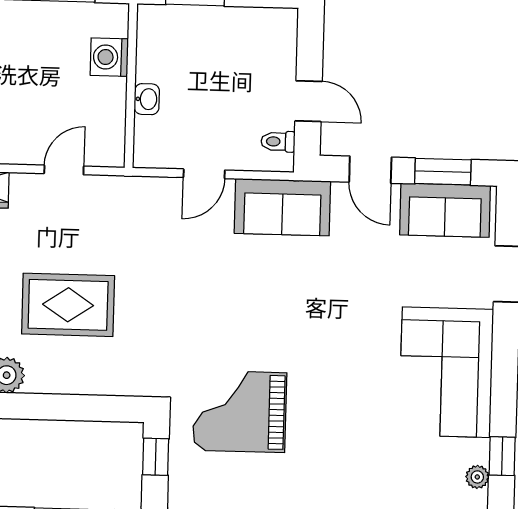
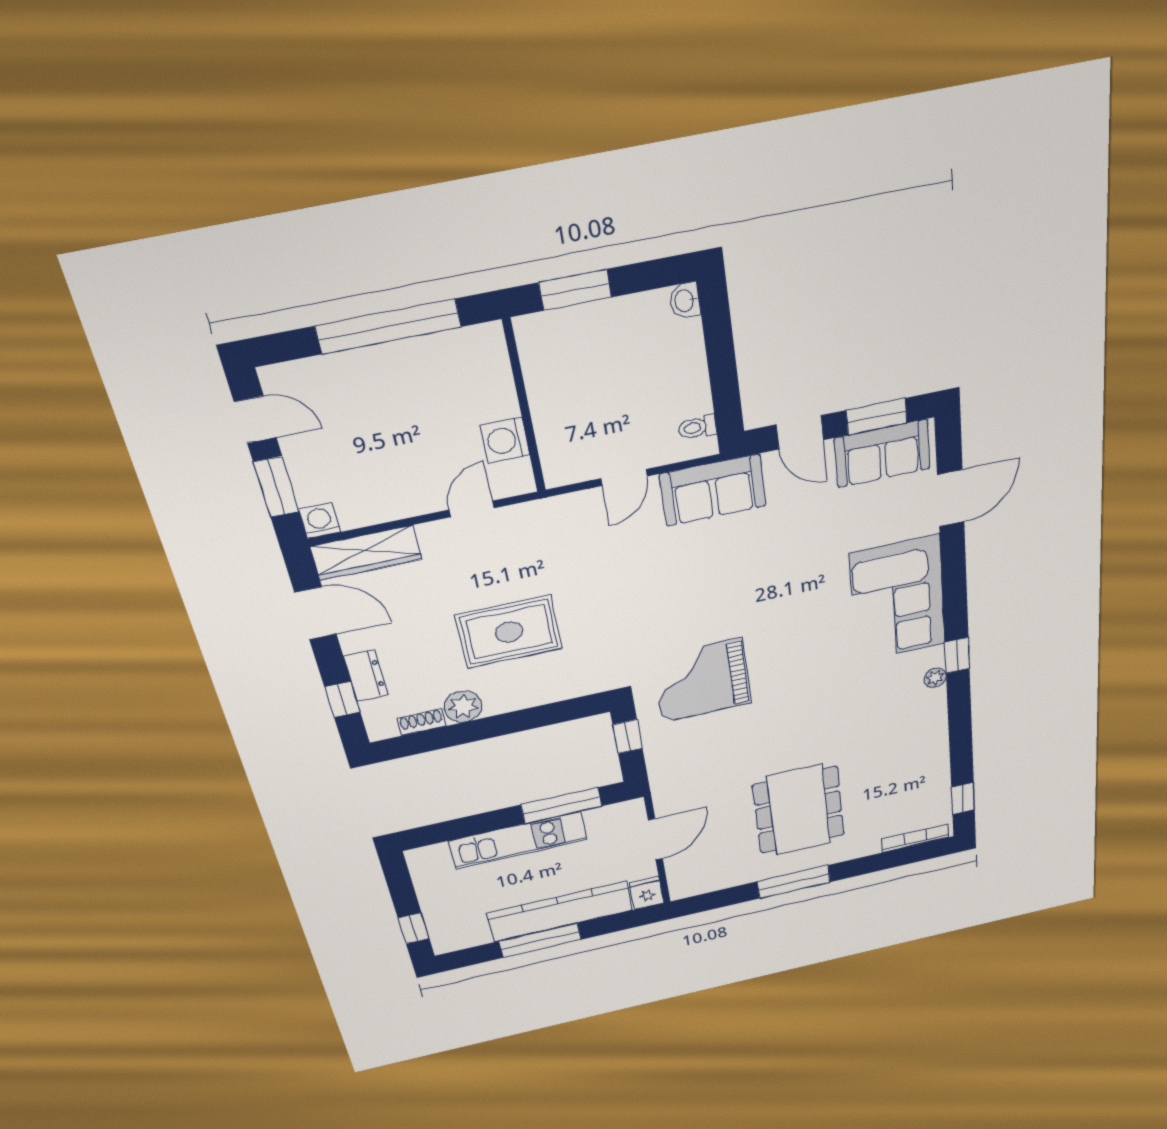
washing machine: (109, 57) -> (505, 440), moved
washbasin: (147, 99) -> (685, 301), moved, turned 180
door: (308, 101) -> (724, 379), removed

